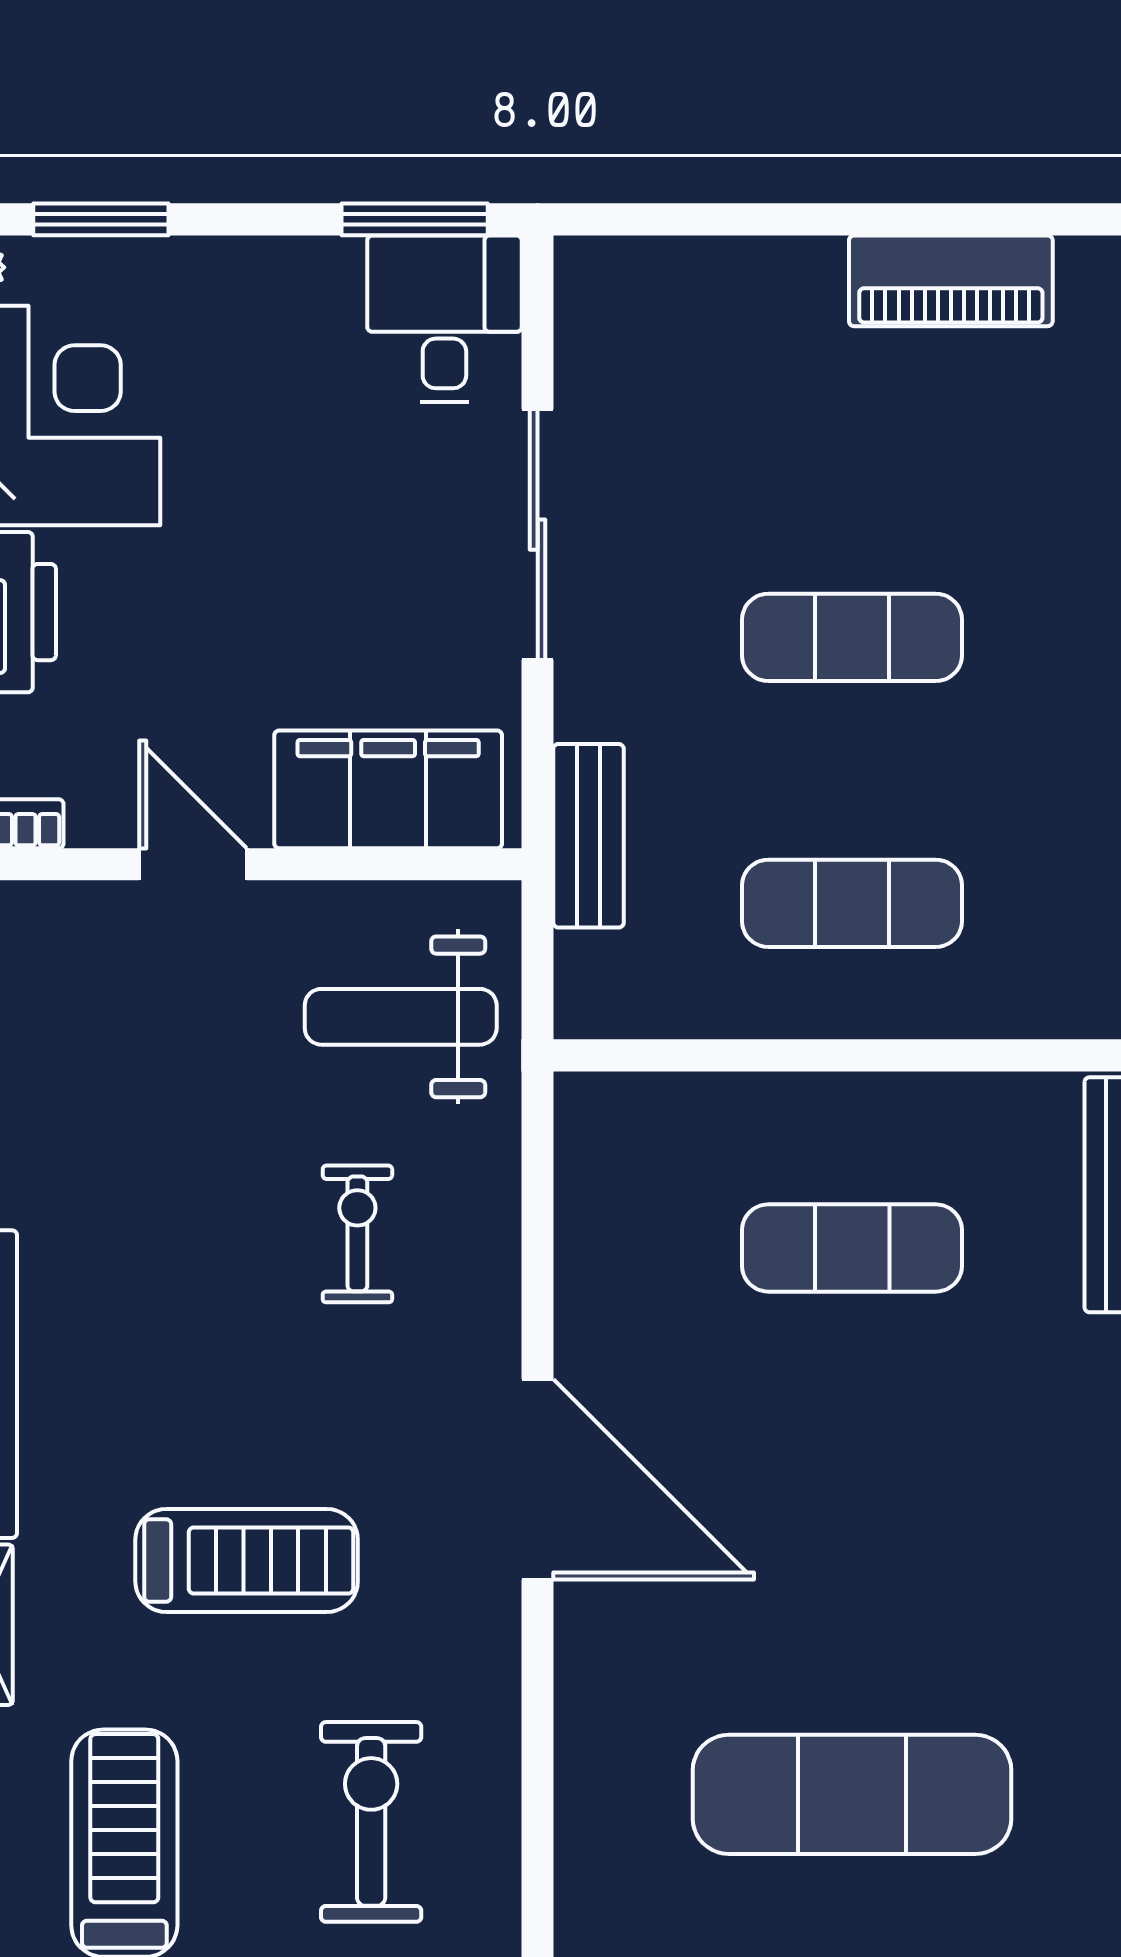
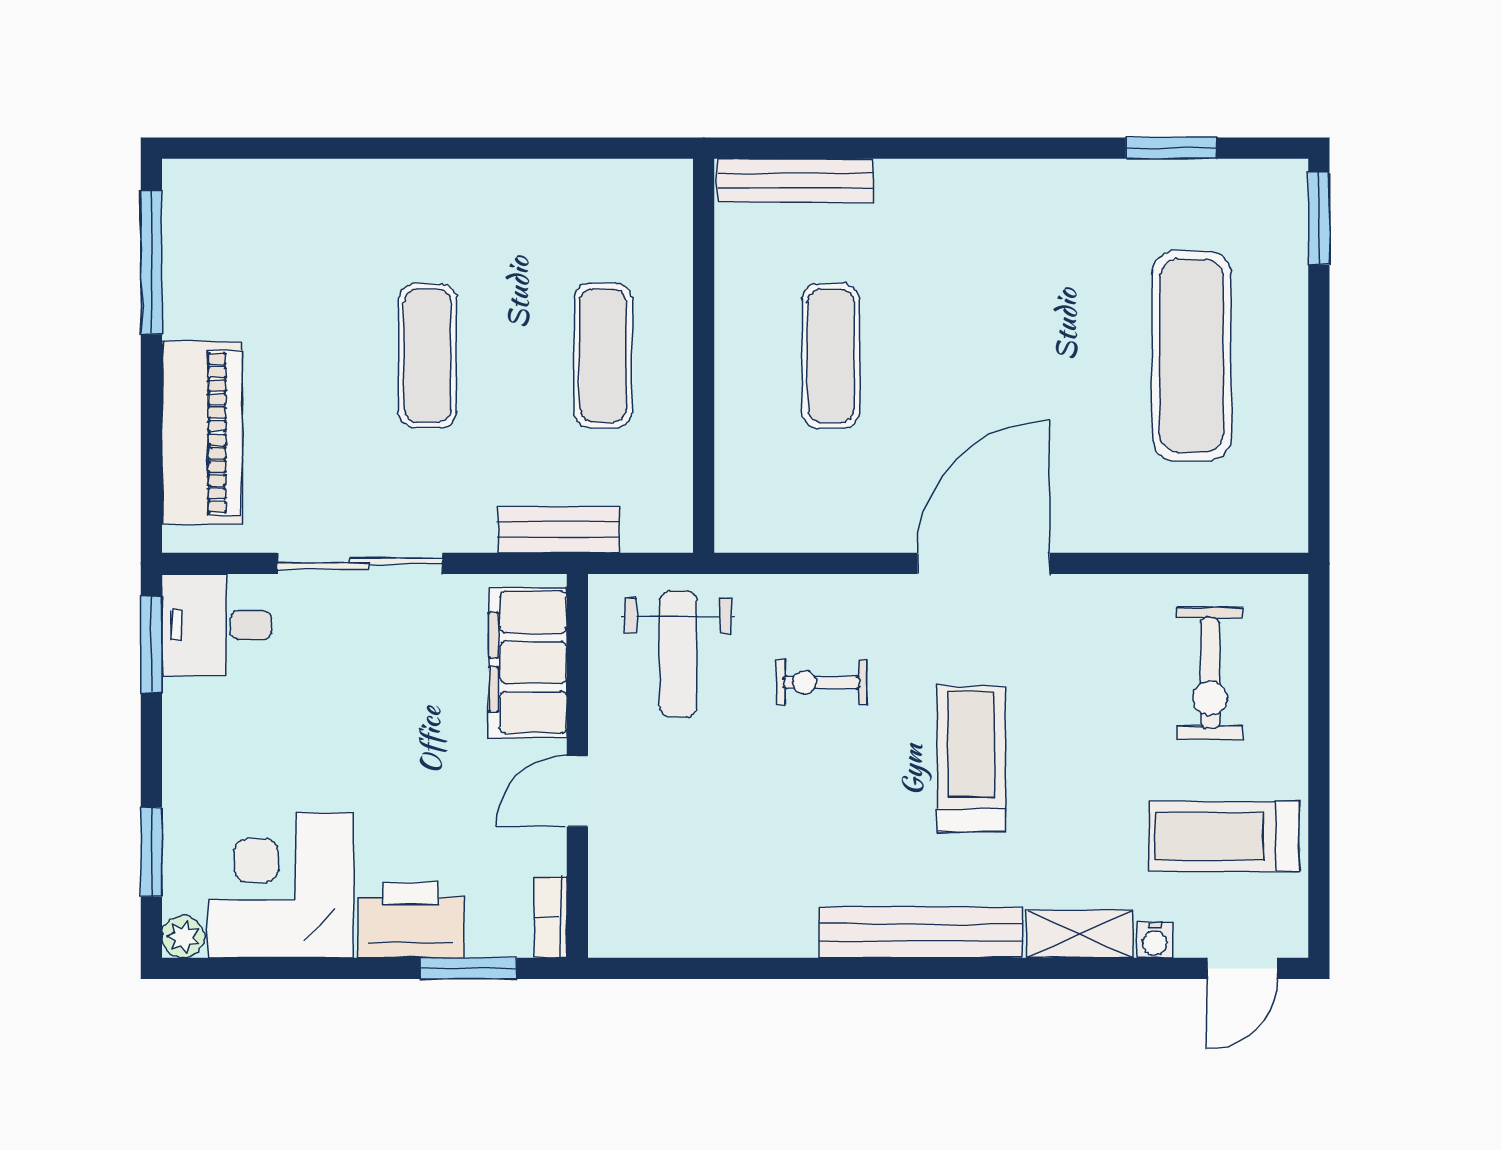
window: (993, 219) -> (151, 262), added
piano: (951, 281) -> (202, 433), moved, width x1.37, depth x1.33
treadmill: (247, 1561) -> (971, 759), moved
exercise bike: (371, 1822) -> (1210, 673), turned -90

